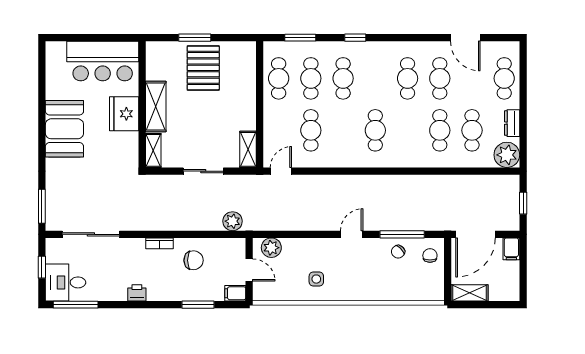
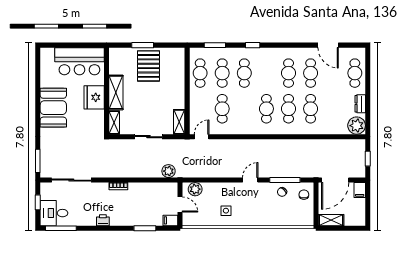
cafe table: (472, 130) -> (289, 109), moved
chair: (194, 260) -> (142, 198), removed

